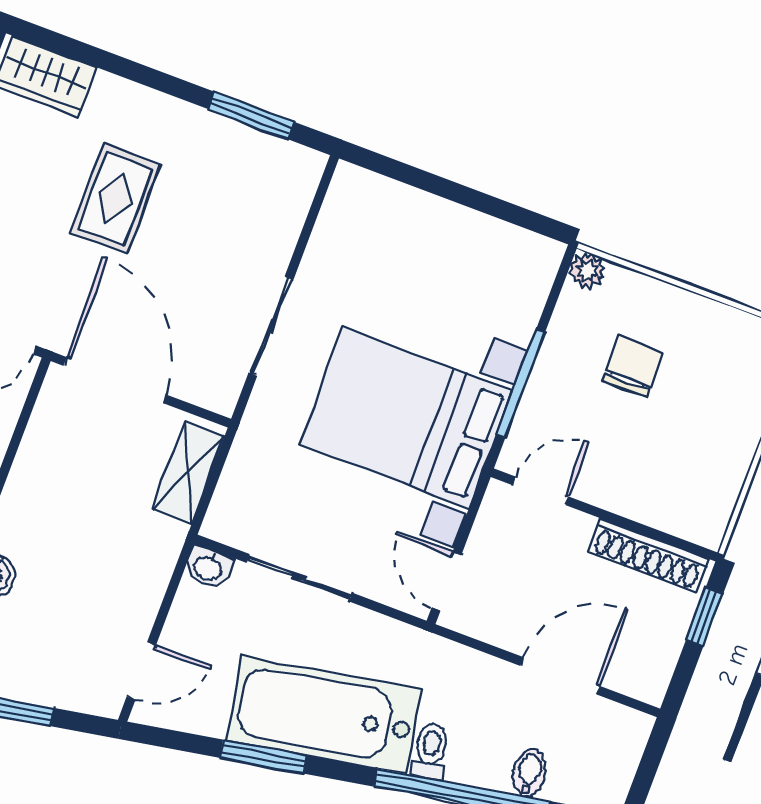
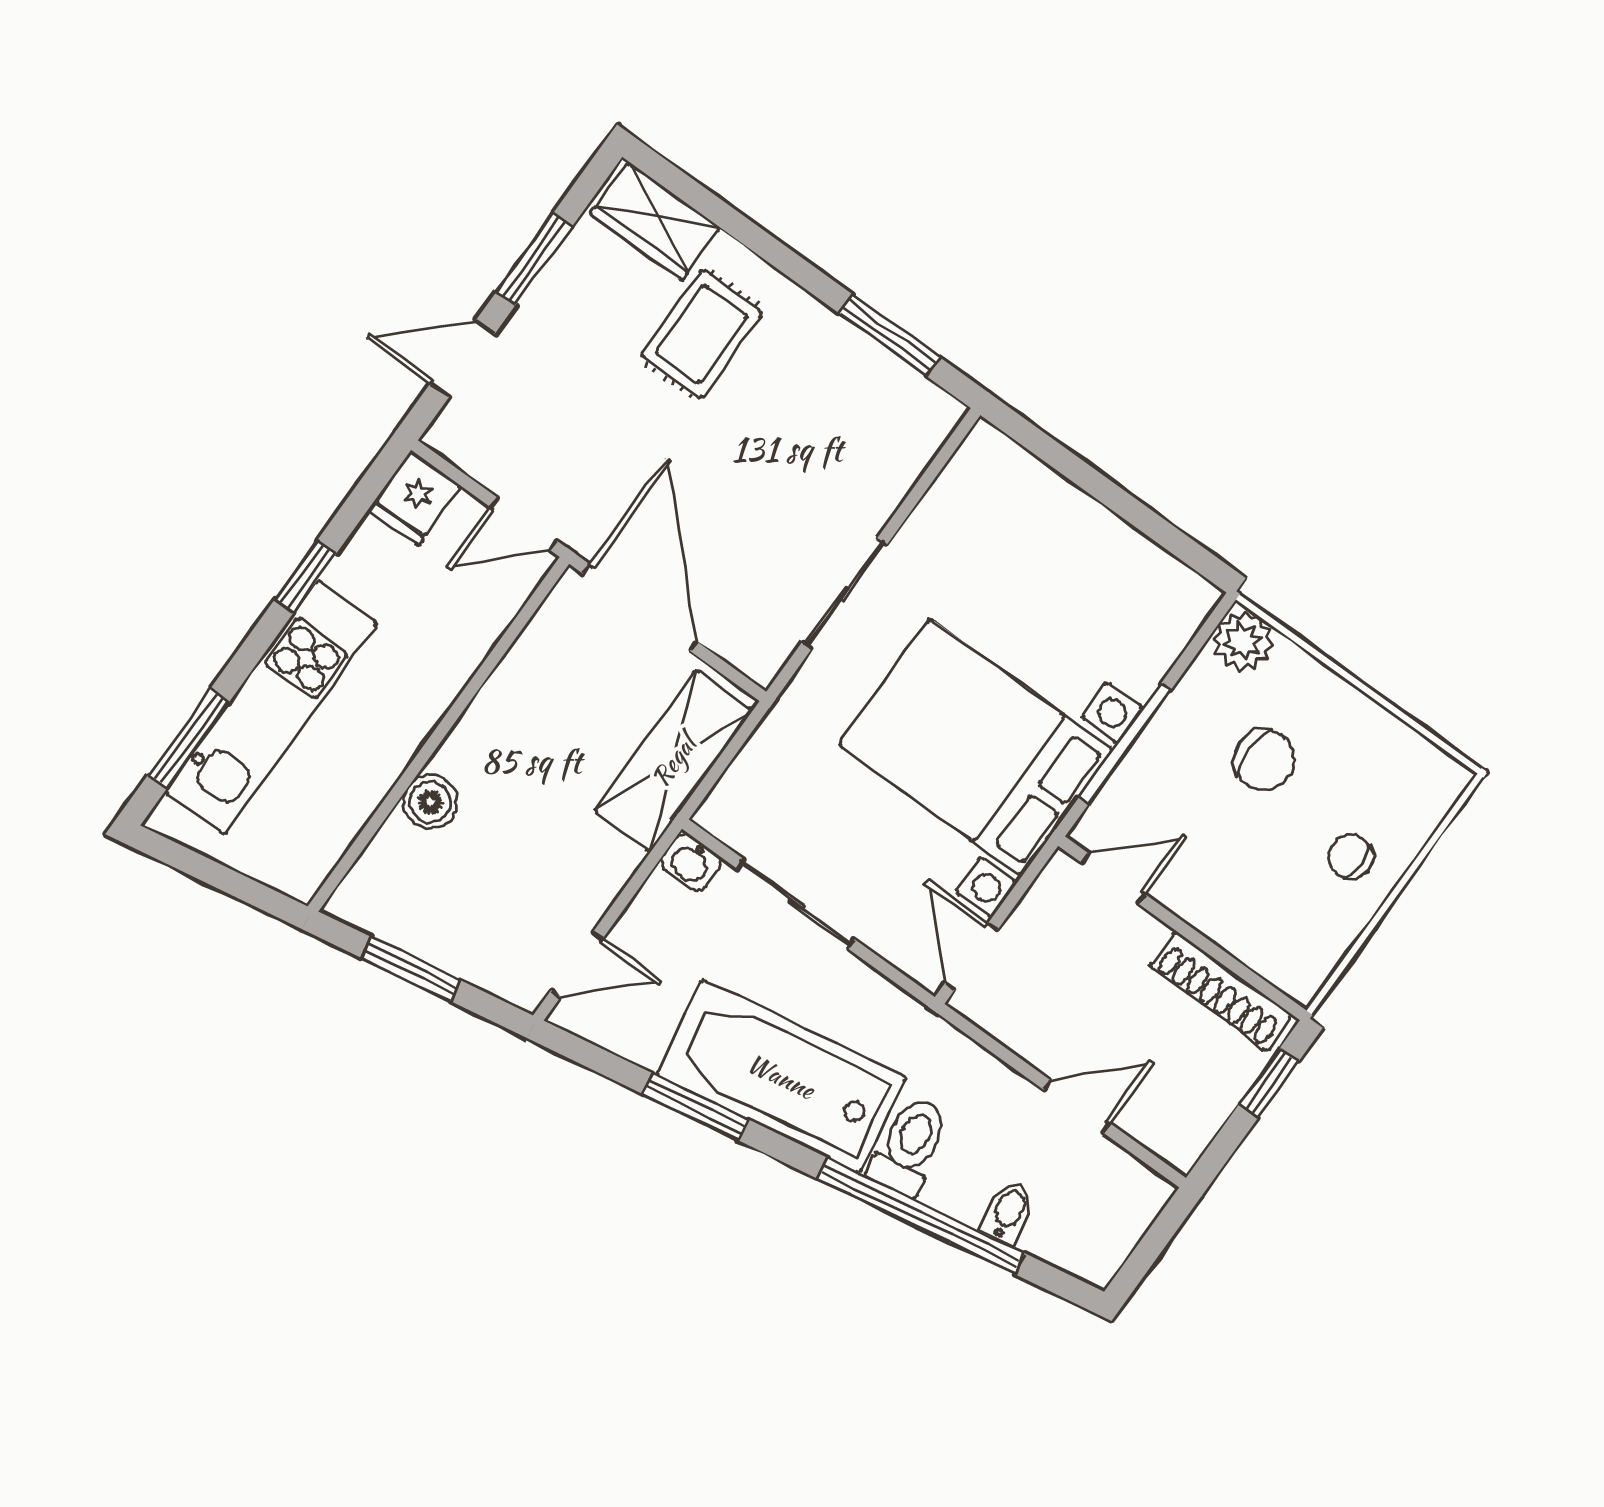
rug: (115, 198) -> (701, 334), moved
plant: (587, 270) -> (1243, 641), width x1.38, depth x1.38
chair: (633, 367) -> (1264, 760), turned 90
chair: (720, 424) -> (1350, 857), added
shelving: (188, 473) -> (673, 761), width x1.50, depth x1.33
door: (560, 676) -> (1077, 1107), width x0.73
toilet: (431, 751) -> (910, 1146), width x1.37, depth x1.39

